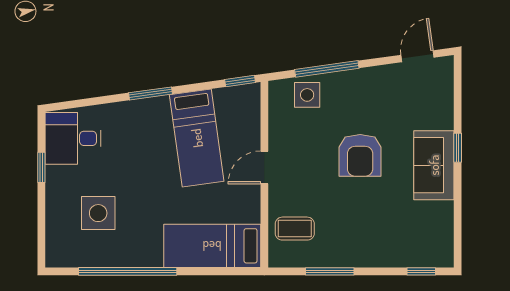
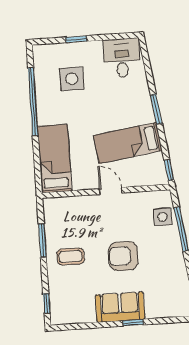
window: (41, 167) -> (76, 39), moved
coffee table: (295, 229) -> (70, 257), moved, turned 90

